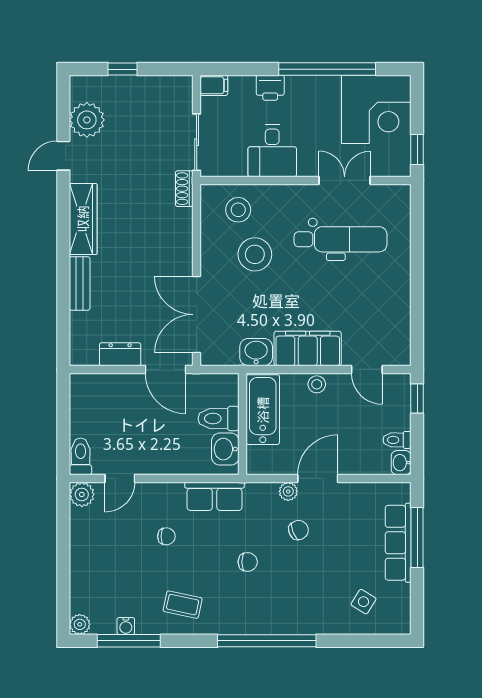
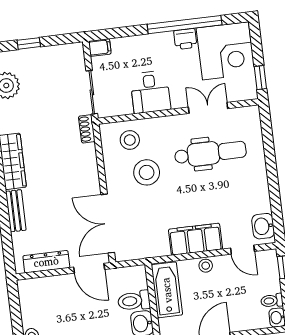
printer: (270, 88) -> (185, 39), moved
washbasin: (256, 352) -> (263, 226), moved, turned -90
dresser: (120, 354) -> (46, 262), width x1.44

